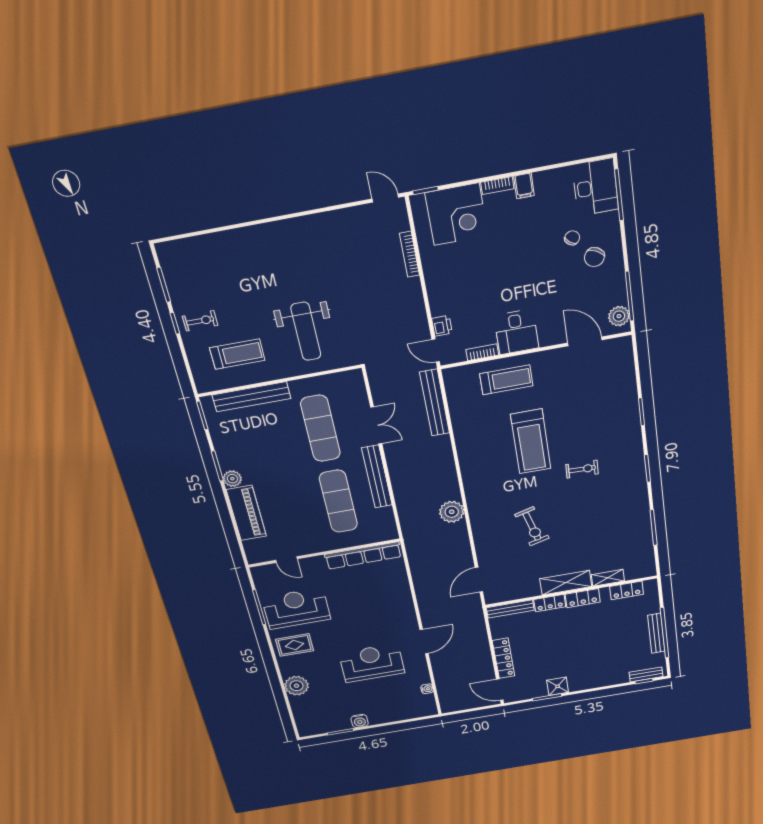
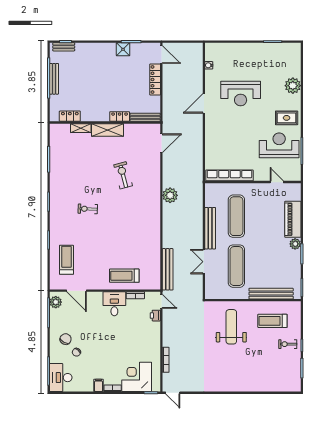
treadmill: (531, 442) -> (66, 260), moved, width x0.73, depth x0.73
locker: (583, 598) -> (98, 116), removed
reception desk: (296, 608) -> (279, 145), turned 180
water cooler: (360, 721) -> (258, 48), removed

